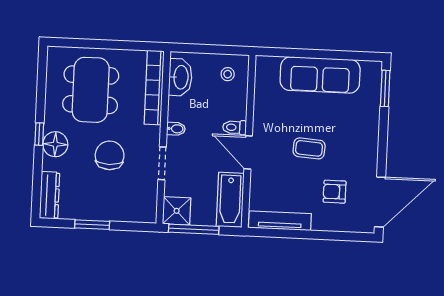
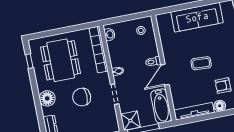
washbasin: (180, 77) -> (110, 34), width x0.52, depth x0.69
window: (39, 134) -> (29, 61), moved
door: (248, 152) -> (165, 75), hinge flipped
chair: (110, 155) -> (82, 97), turned -90
floor lamp: (322, 222) -> (220, 106), added

